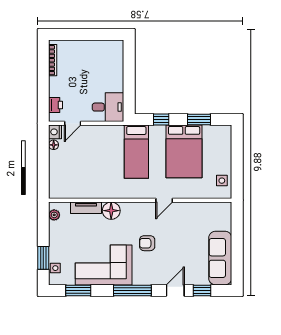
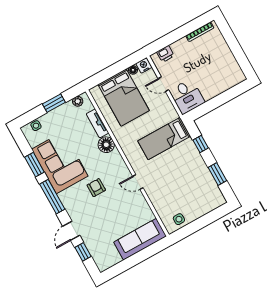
door: (73, 123) -> (163, 84), moved
bed: (184, 151) -> (124, 97), moved, turned -90
window: (43, 258) -> (54, 103), moved
sofa: (220, 258) -> (140, 239), moved
window: (78, 290) -> (34, 165), moved
door: (175, 290) -> (71, 231), swing flipped

